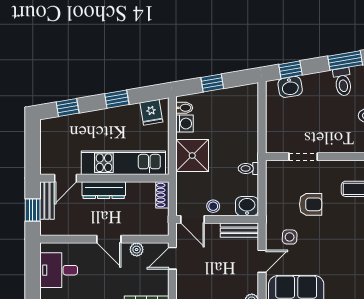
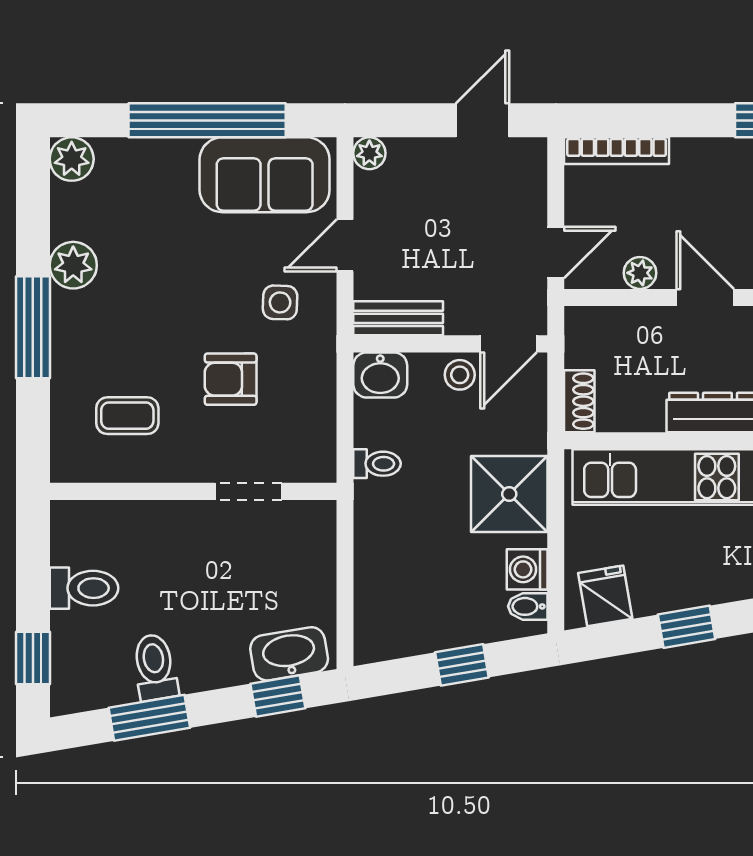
washbasin: (290, 87) -> (289, 654), width x1.38
door: (192, 219) -> (508, 344), swing flipped

